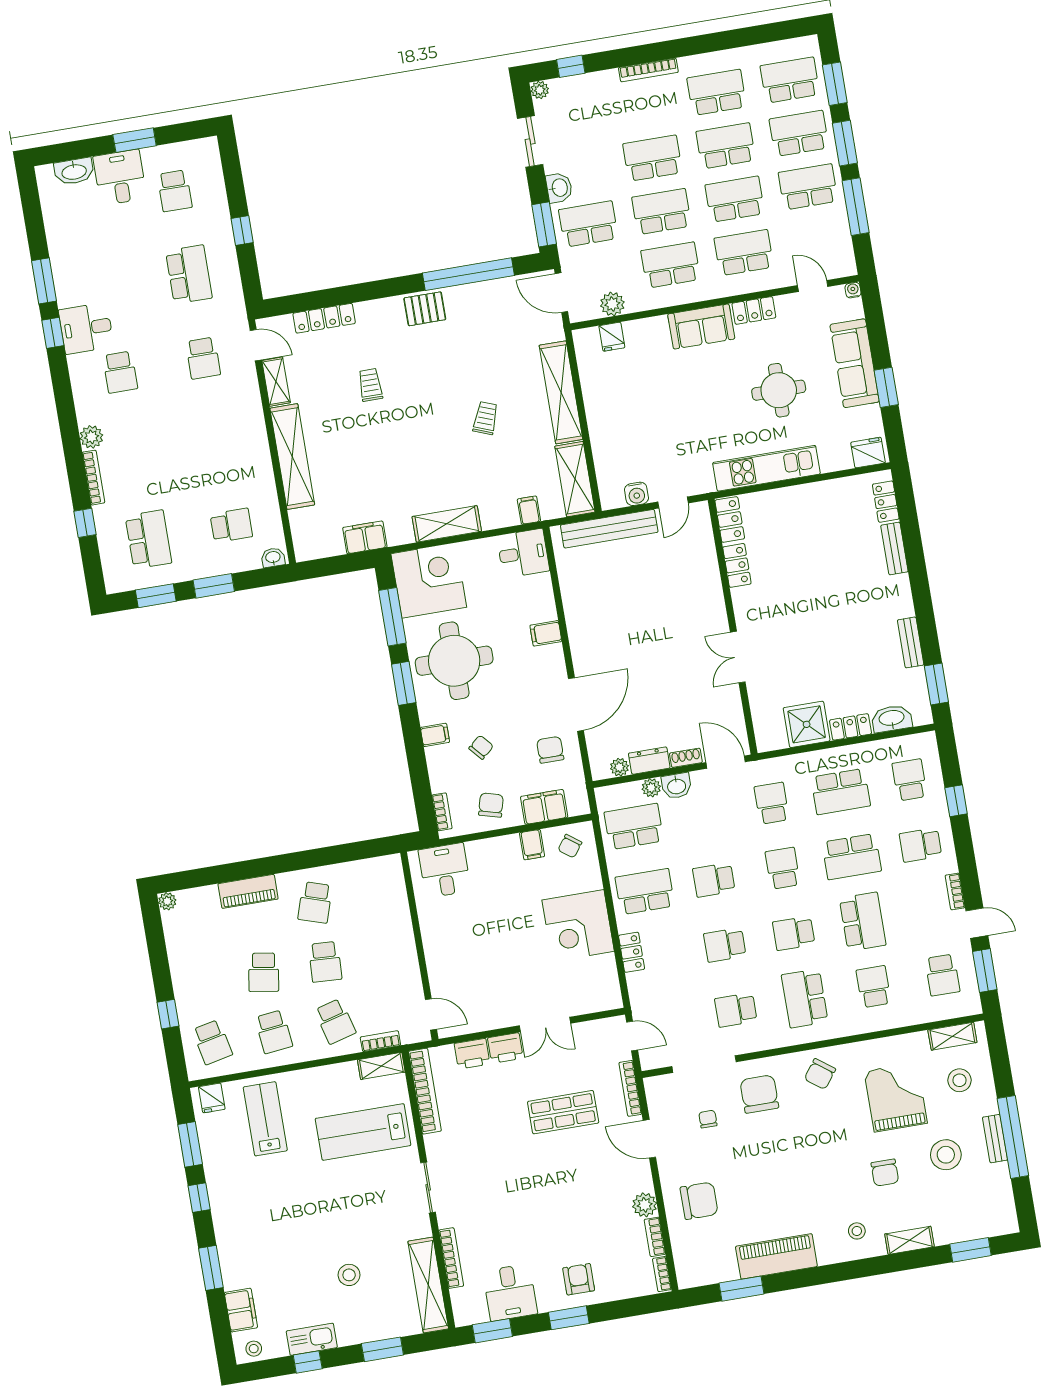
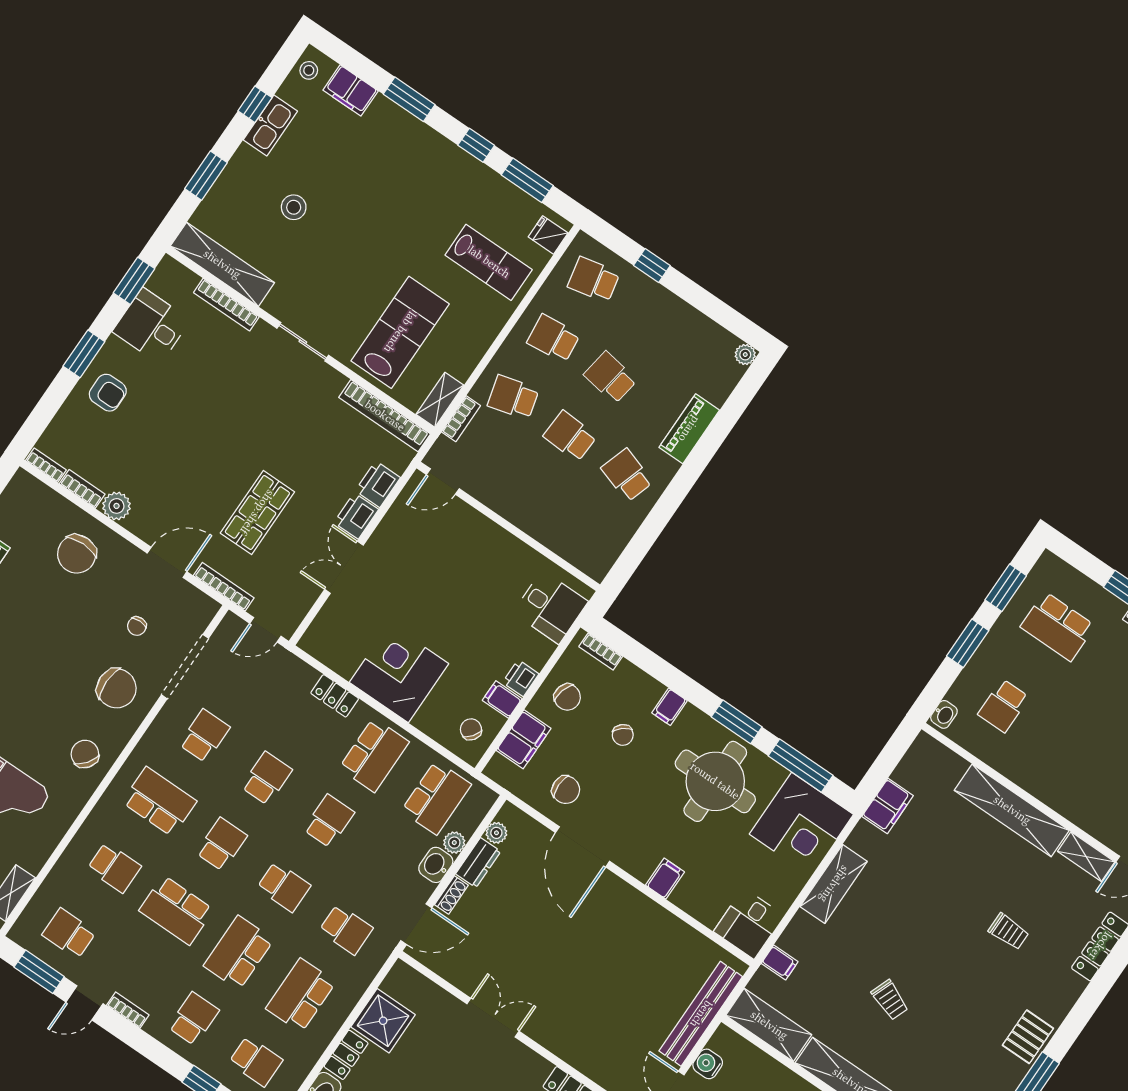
printer: (507, 846) -> (521, 678), added
chair: (708, 1119) -> (137, 626), turned 90

